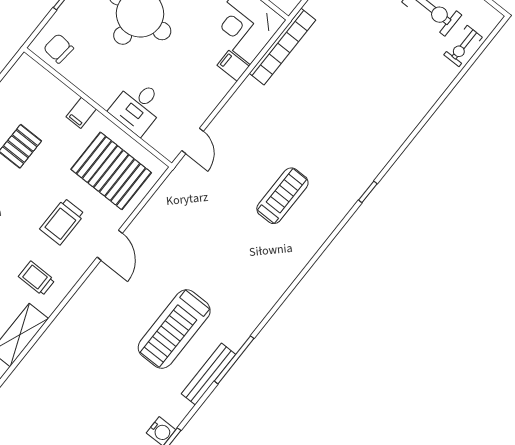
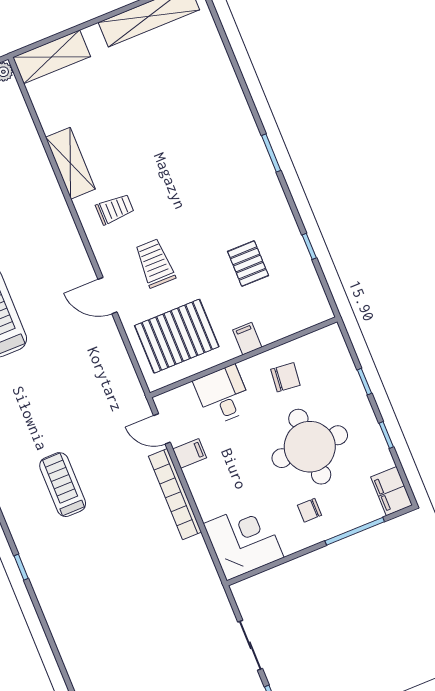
bookcase: (282, 47) -> (175, 494), moved
chair: (59, 48) -> (285, 377), moved
filing cabinet: (233, 66) -> (190, 453), moved
treadmill: (282, 196) -> (63, 485), turned 180

